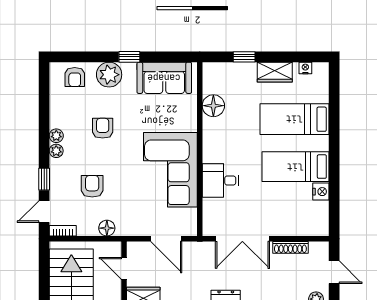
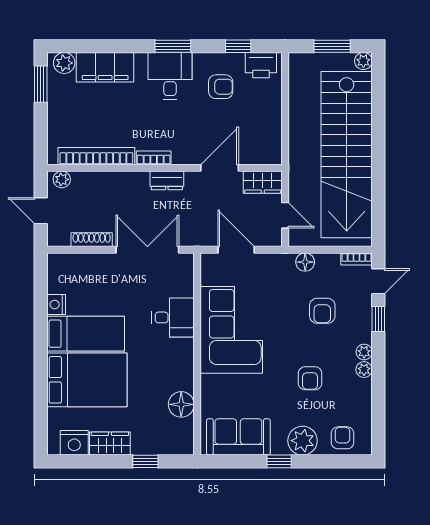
nightstand: (305, 68) -> (74, 443), width x1.89, depth x1.79
bed: (294, 119) -> (87, 380), width x1.50

